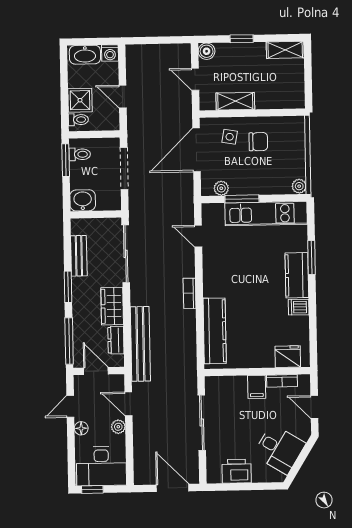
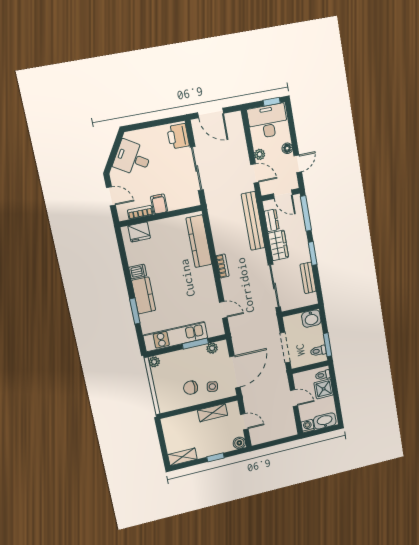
printer: (237, 471) -> (178, 136), moved, turned 90

